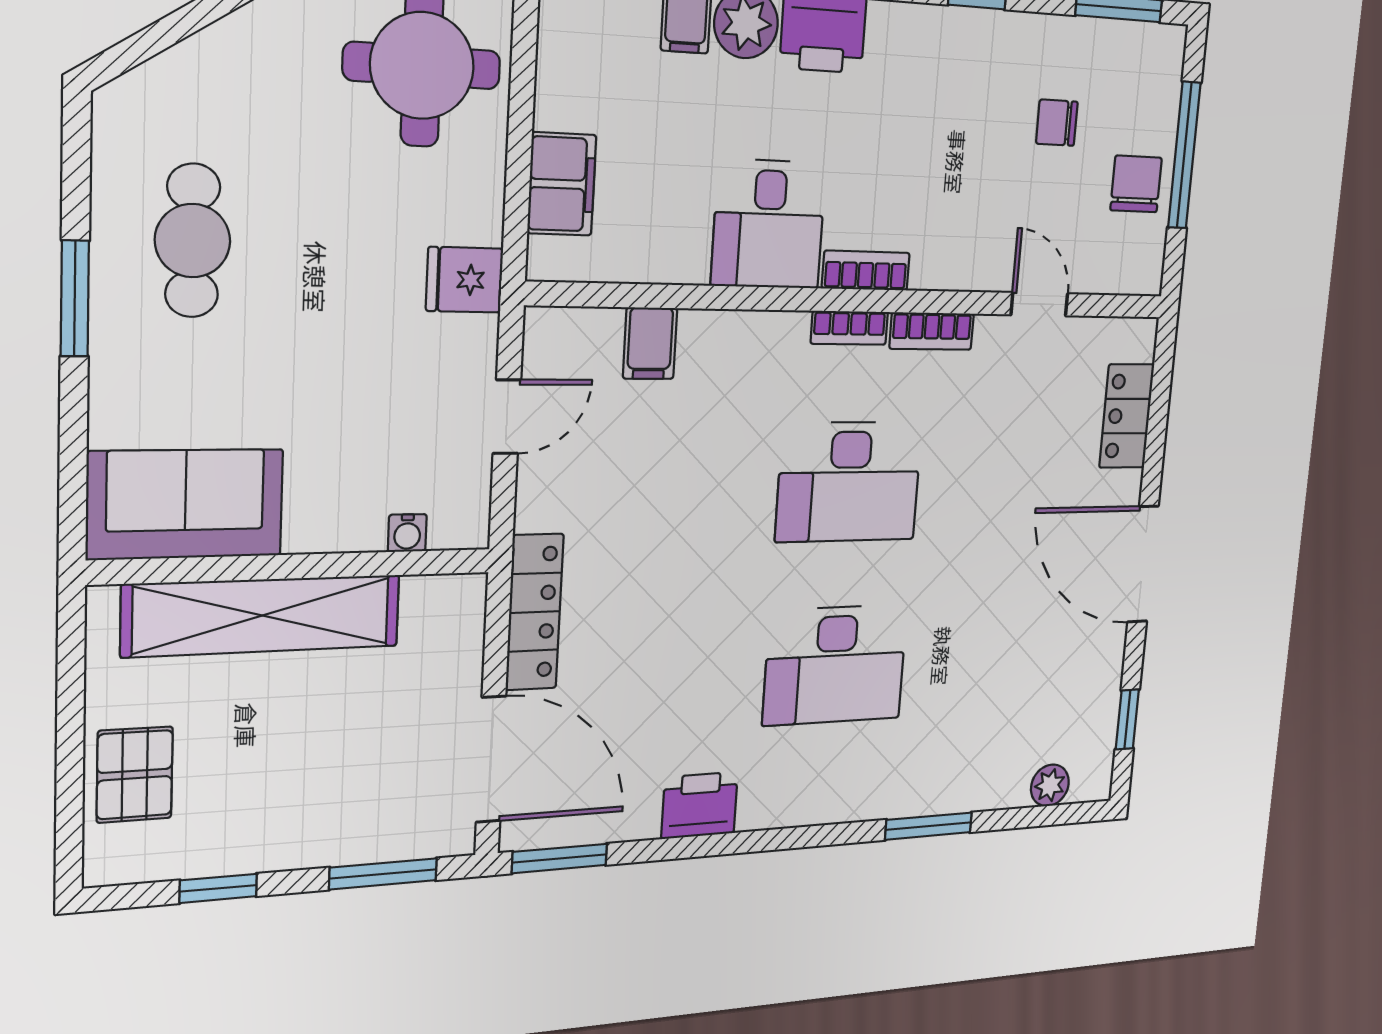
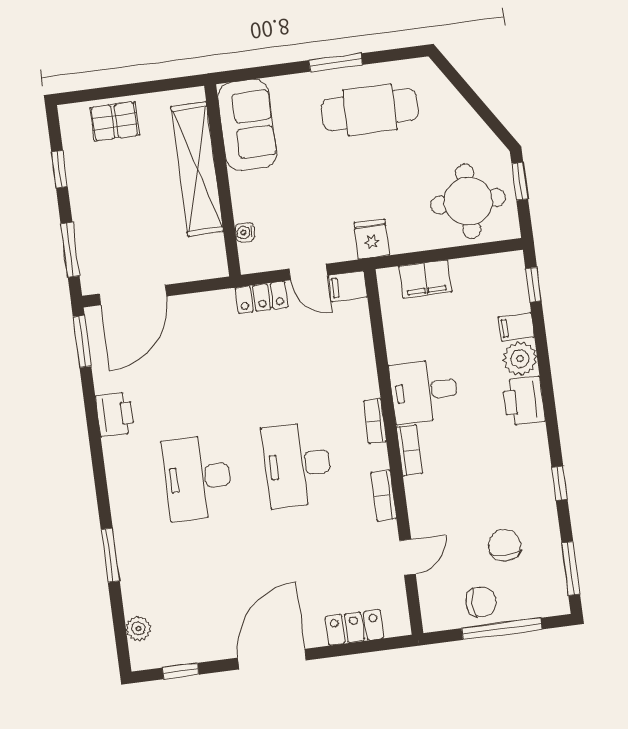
chair: (1057, 123) -> (504, 545), width x1.37, depth x1.37
cafe table: (193, 241) -> (370, 110), width x1.37, depth x1.35
bookcase: (849, 328) -> (375, 421), moved
filing cabinet: (650, 343) -> (348, 286), moved
locker: (535, 612) -> (262, 297), moved, width x0.66

